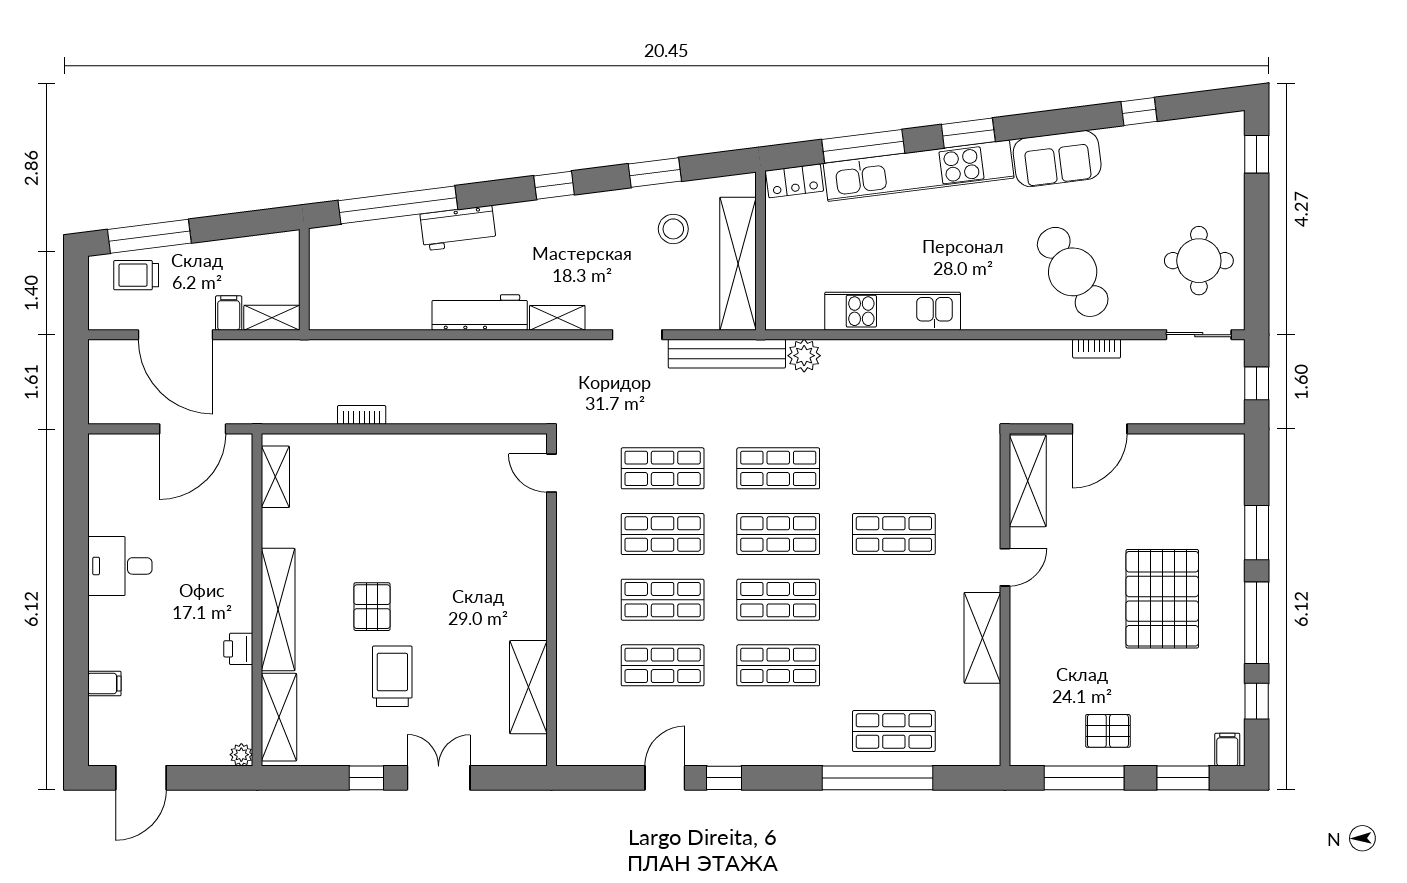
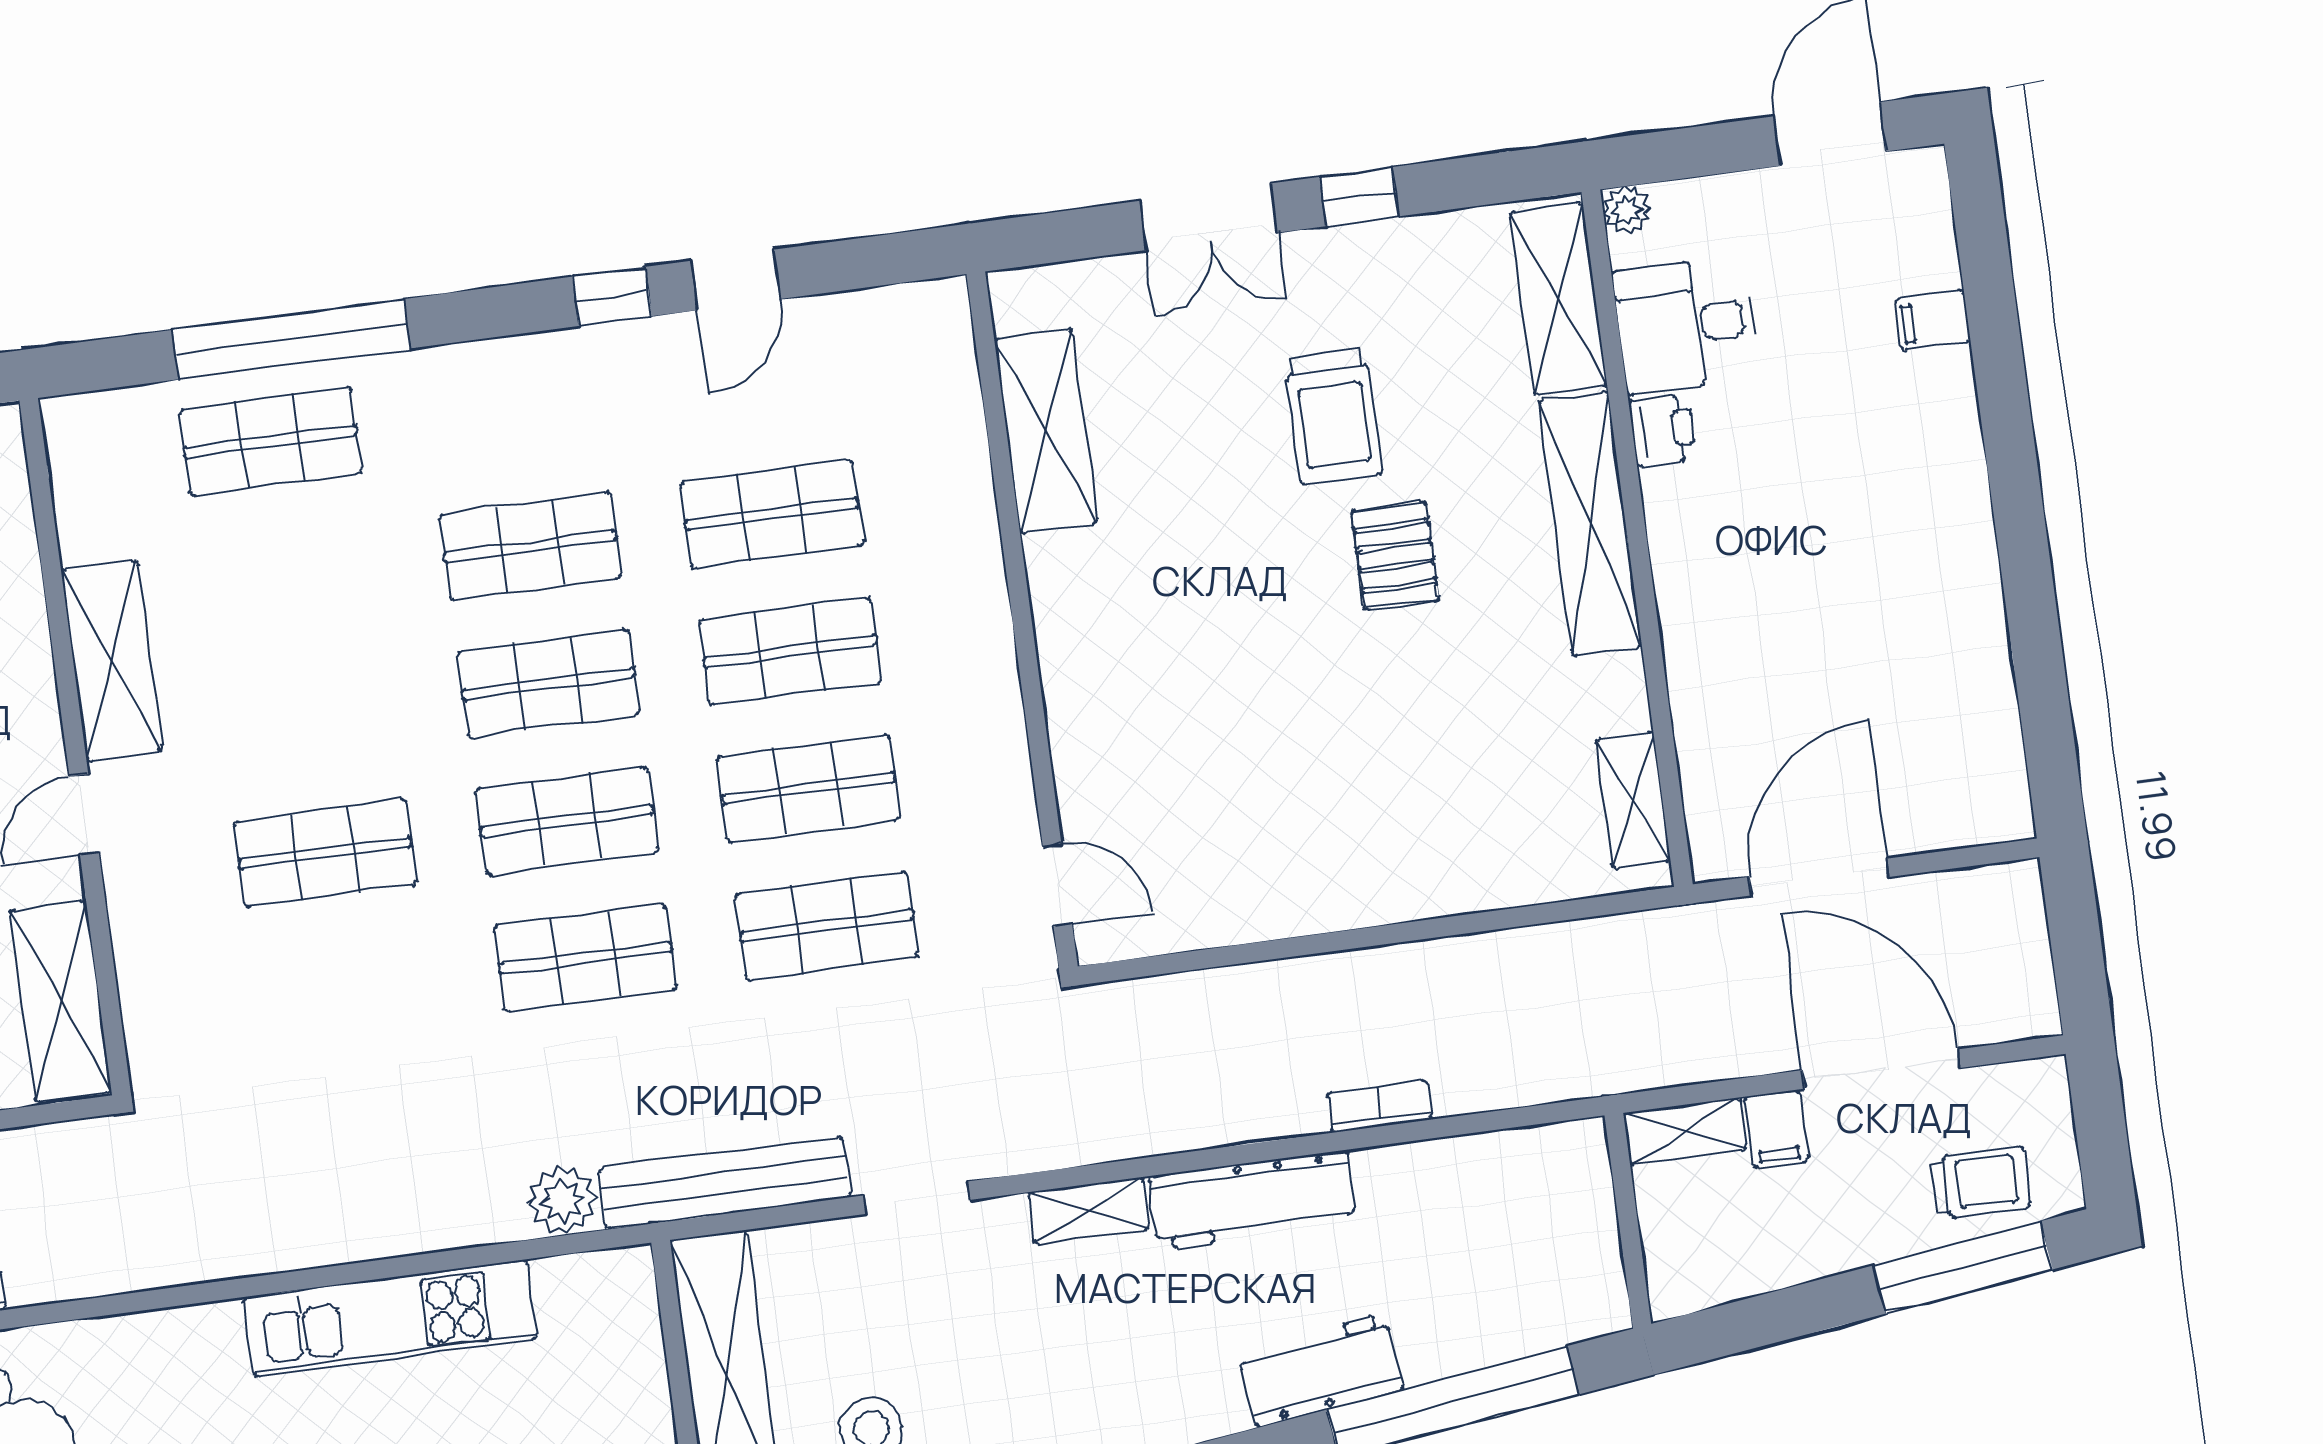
bookcase: (362, 415) -> (1379, 1106), moved, turned 180
desk: (120, 566) -> (1686, 325), moved, turned 180

